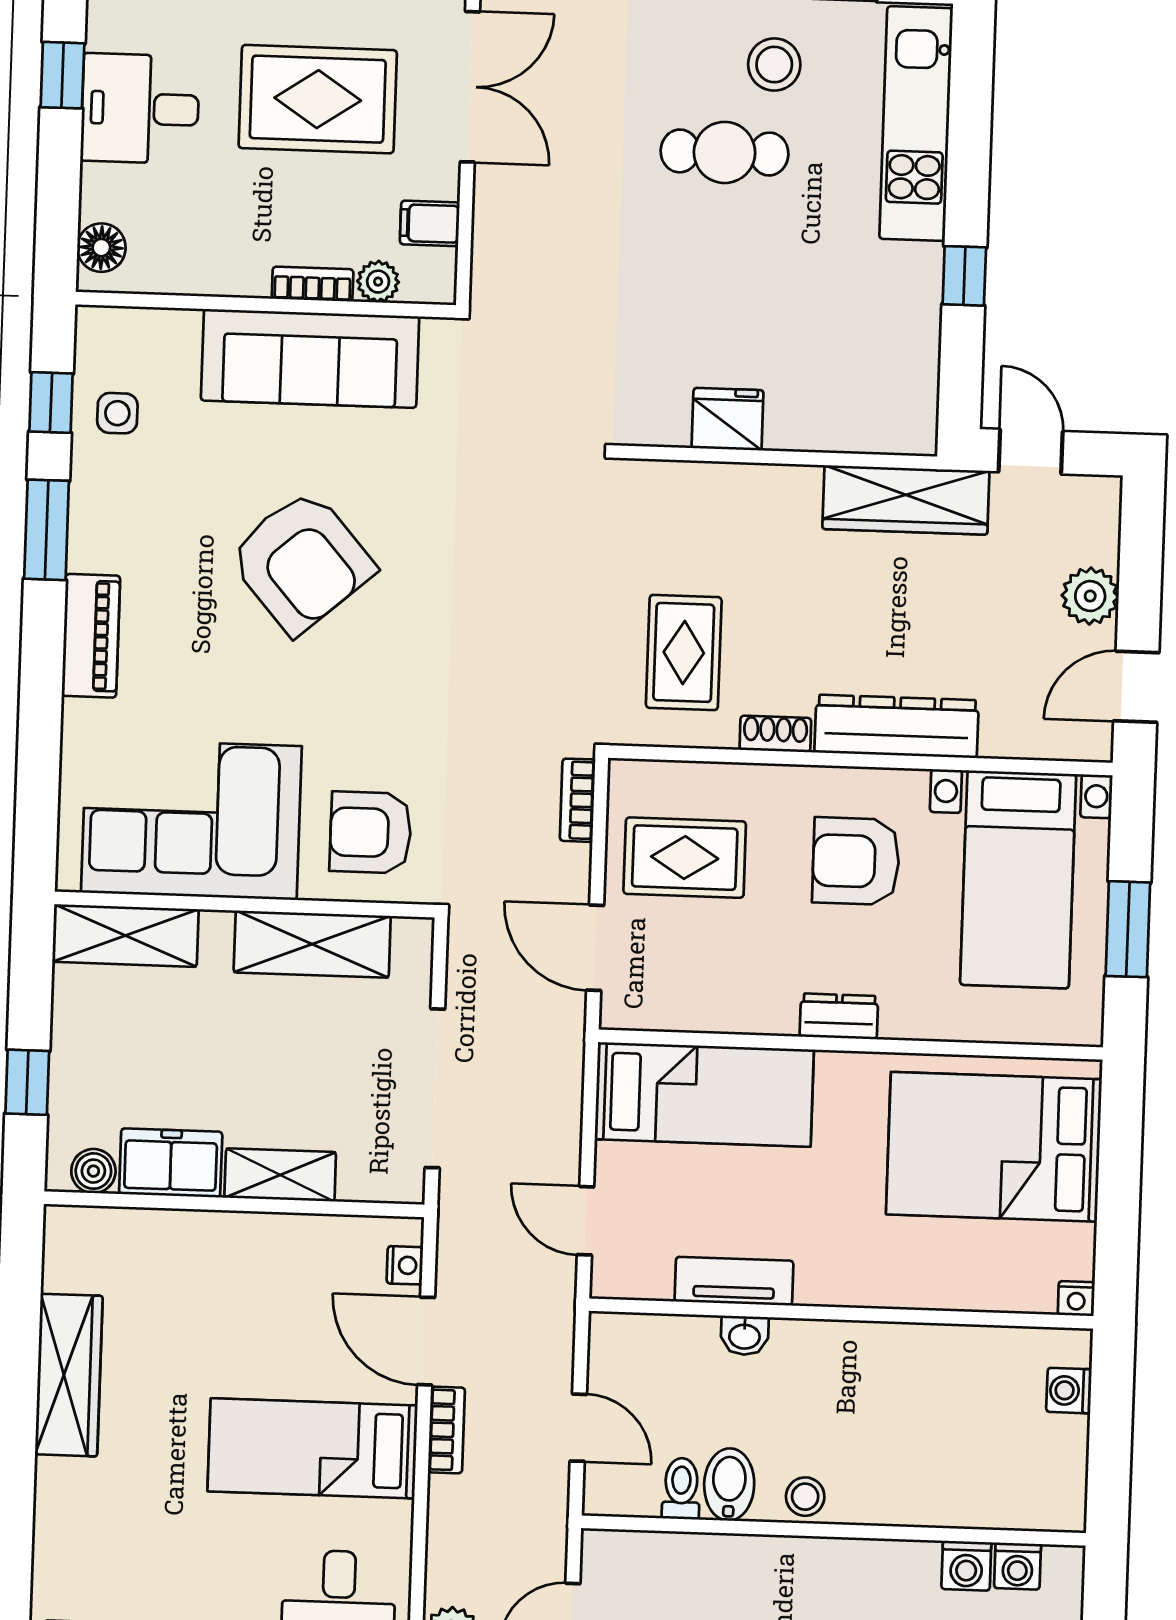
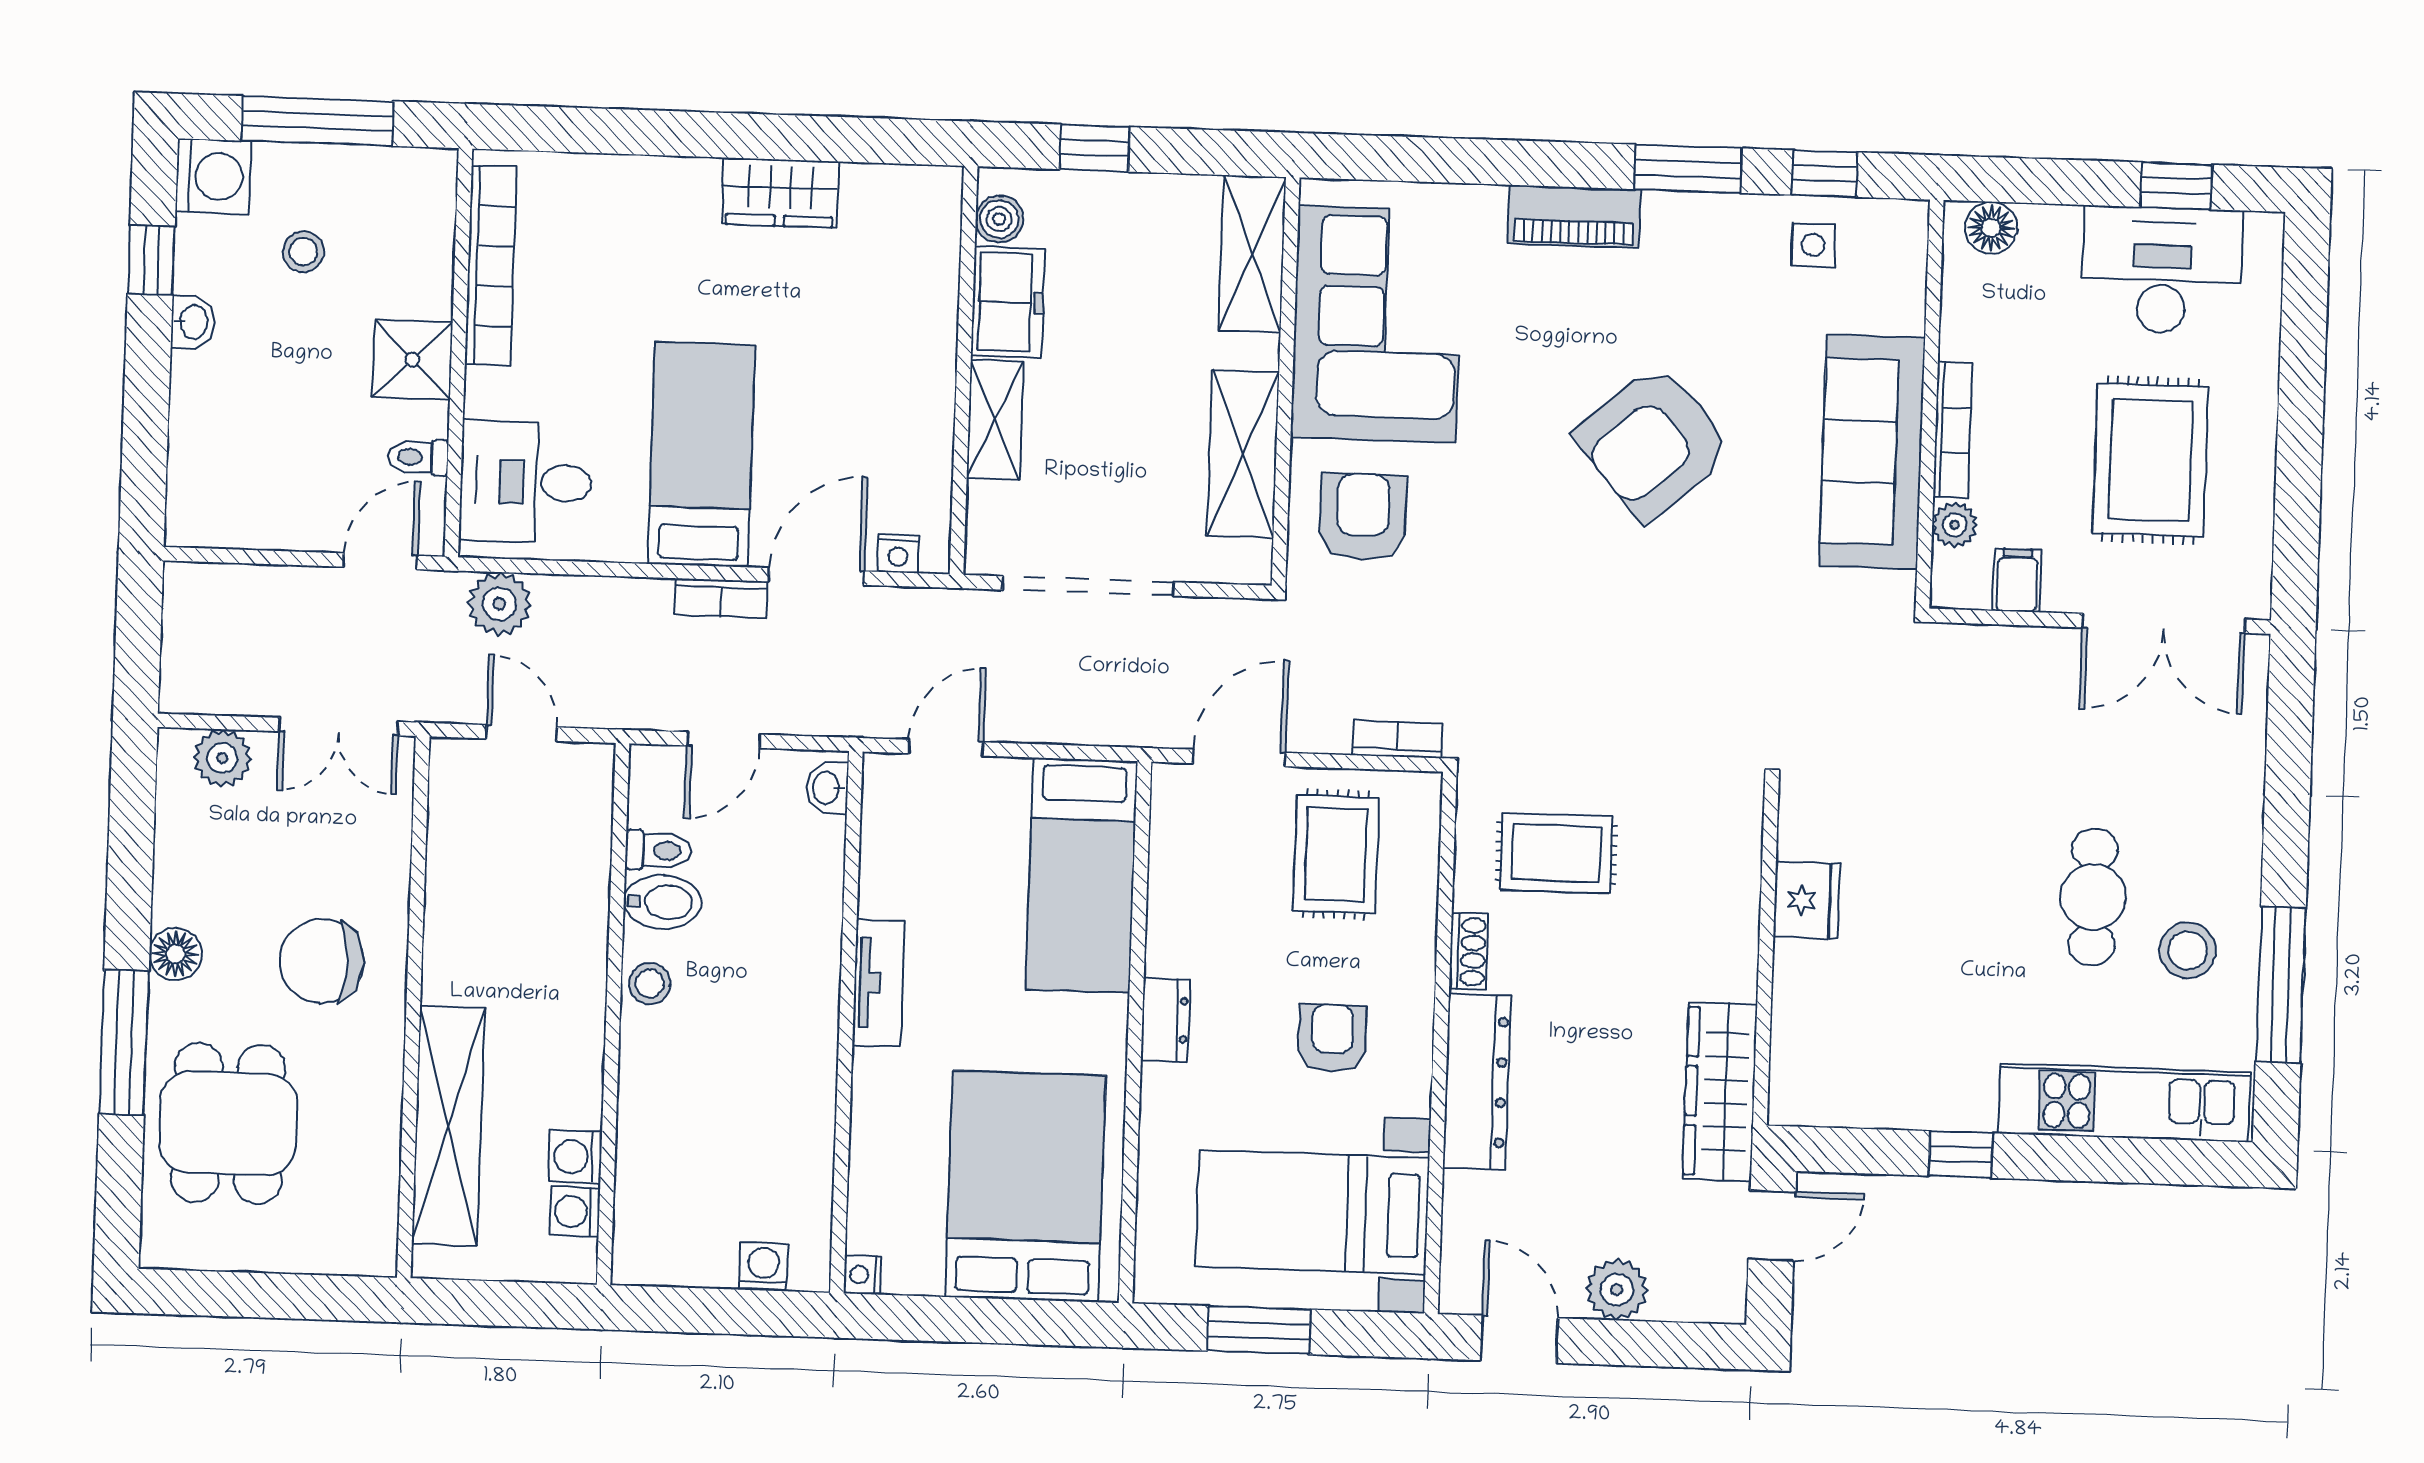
desk: (140, 109) -> (2162, 270), width x1.37
bookcase: (313, 284) -> (1953, 430), width x1.56
armchair: (856, 861) -> (1332, 1038), width x0.72, depth x0.72
tv unit: (734, 1281) -> (878, 983), moved
washbasin: (745, 1336) -> (827, 788), moved
wardrobe: (69, 1375) -> (780, 193), width x0.67

